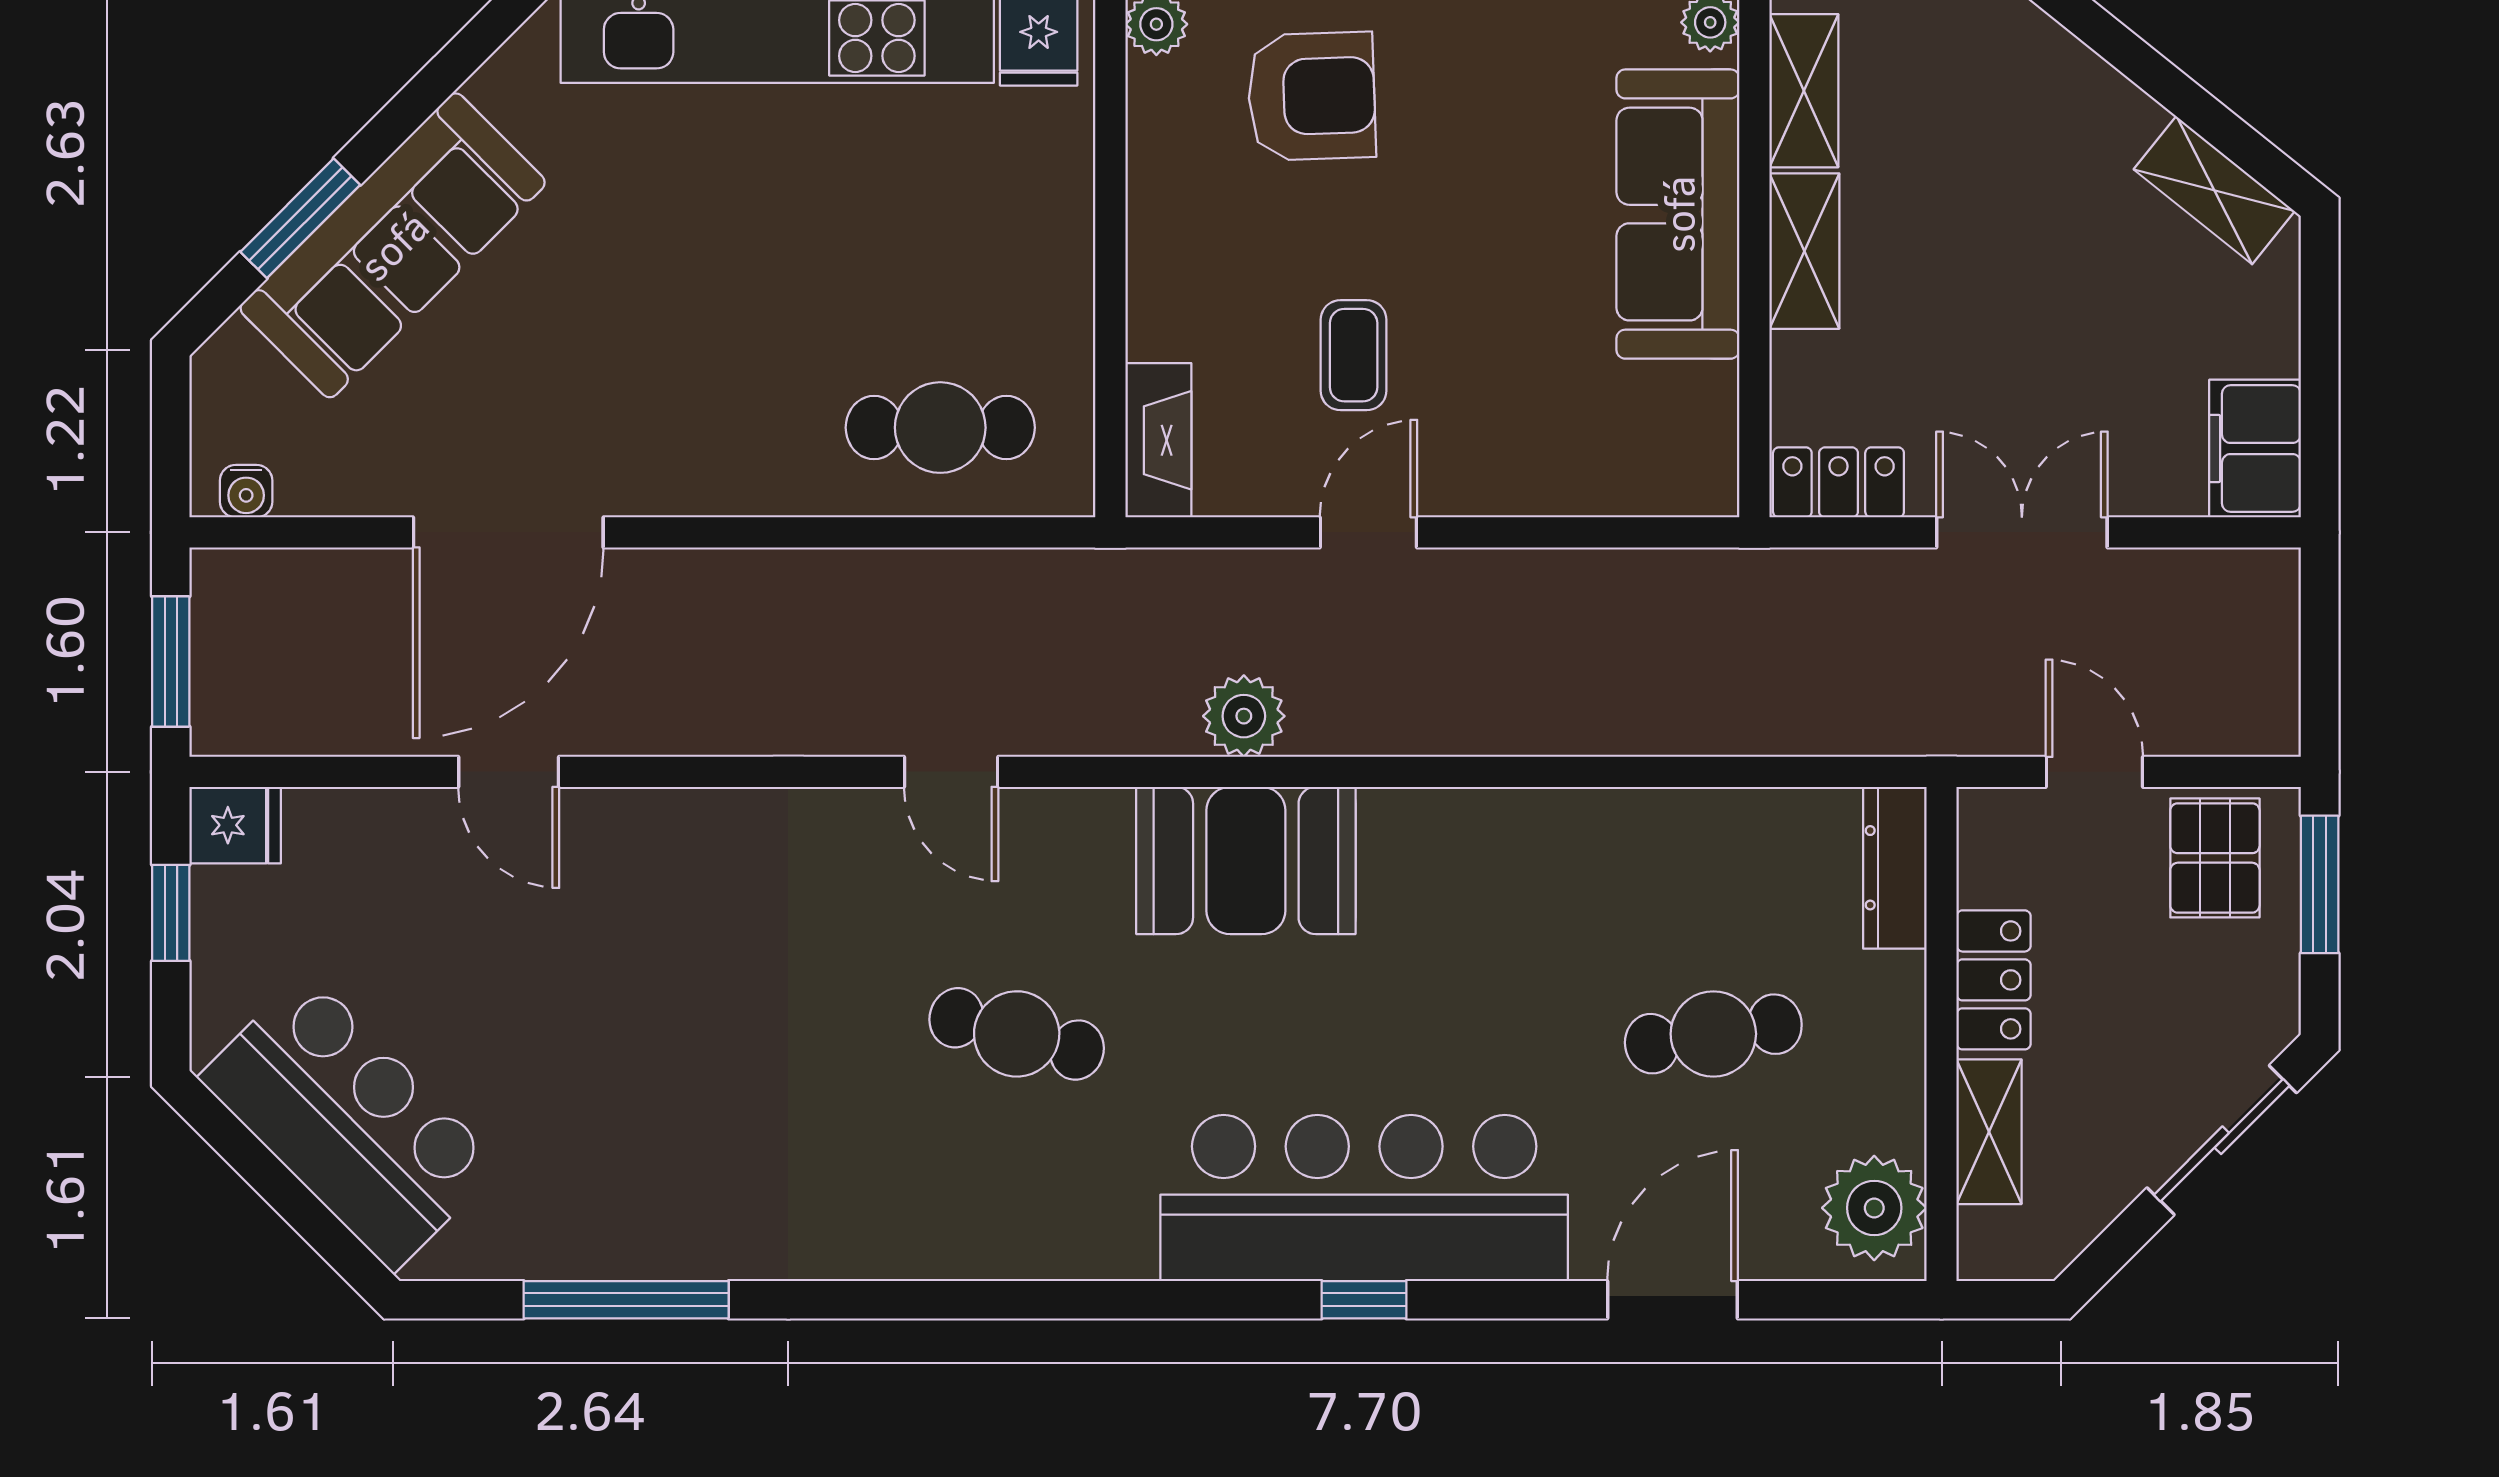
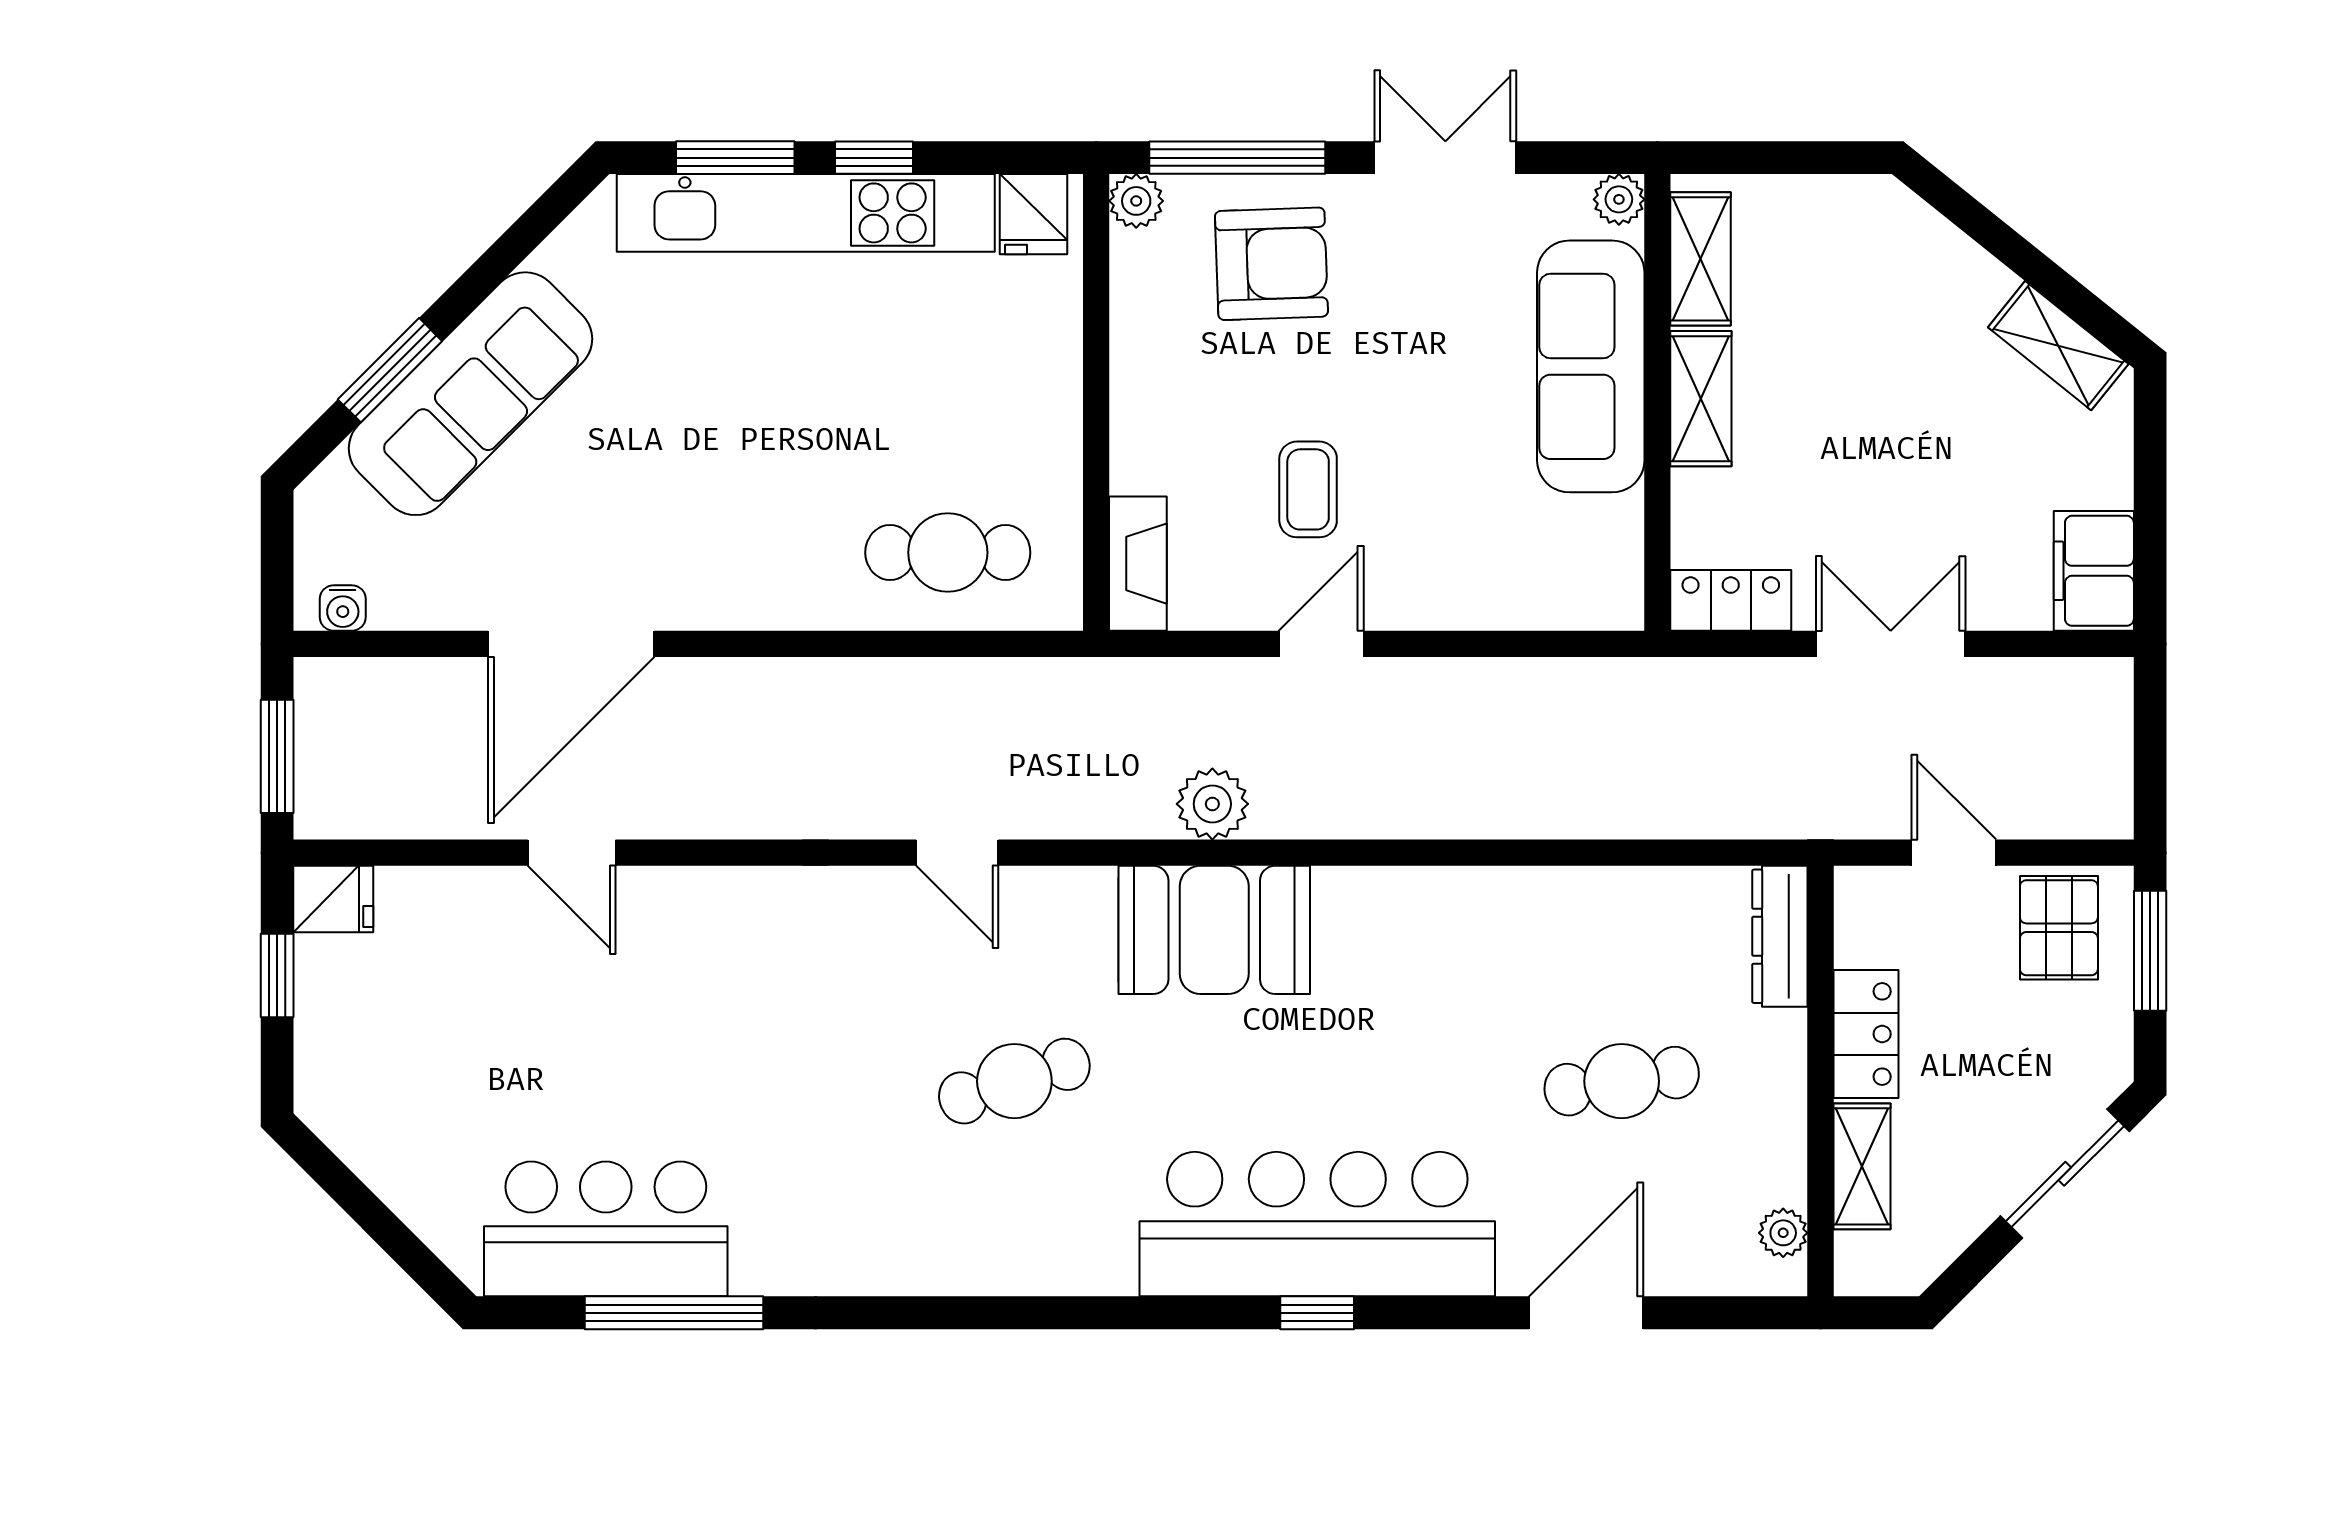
cafe table: (1017, 1034) -> (1014, 1081), turned -33
bar counter: (349, 1121) -> (606, 1229), moved, turned -45
plant: (1874, 1208) -> (1783, 1233), width x0.53, depth x0.53

